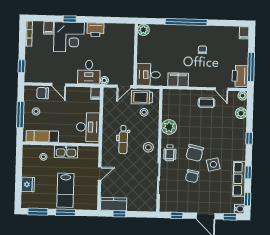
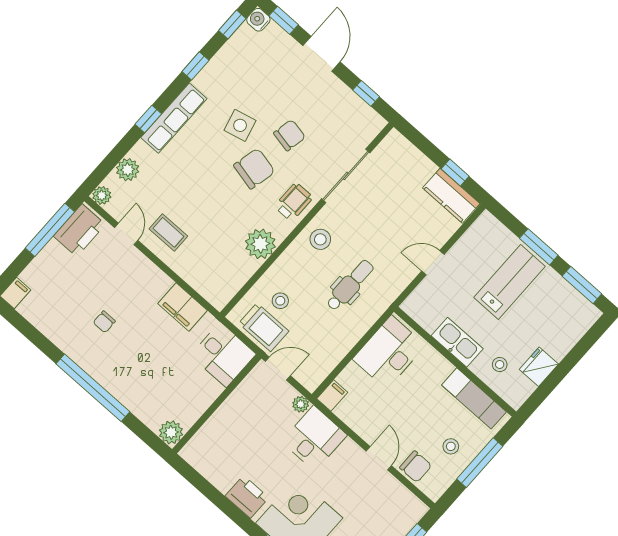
row of seats: (239, 179) -> (174, 118), moved
fridge: (28, 184) -> (539, 367), moved

